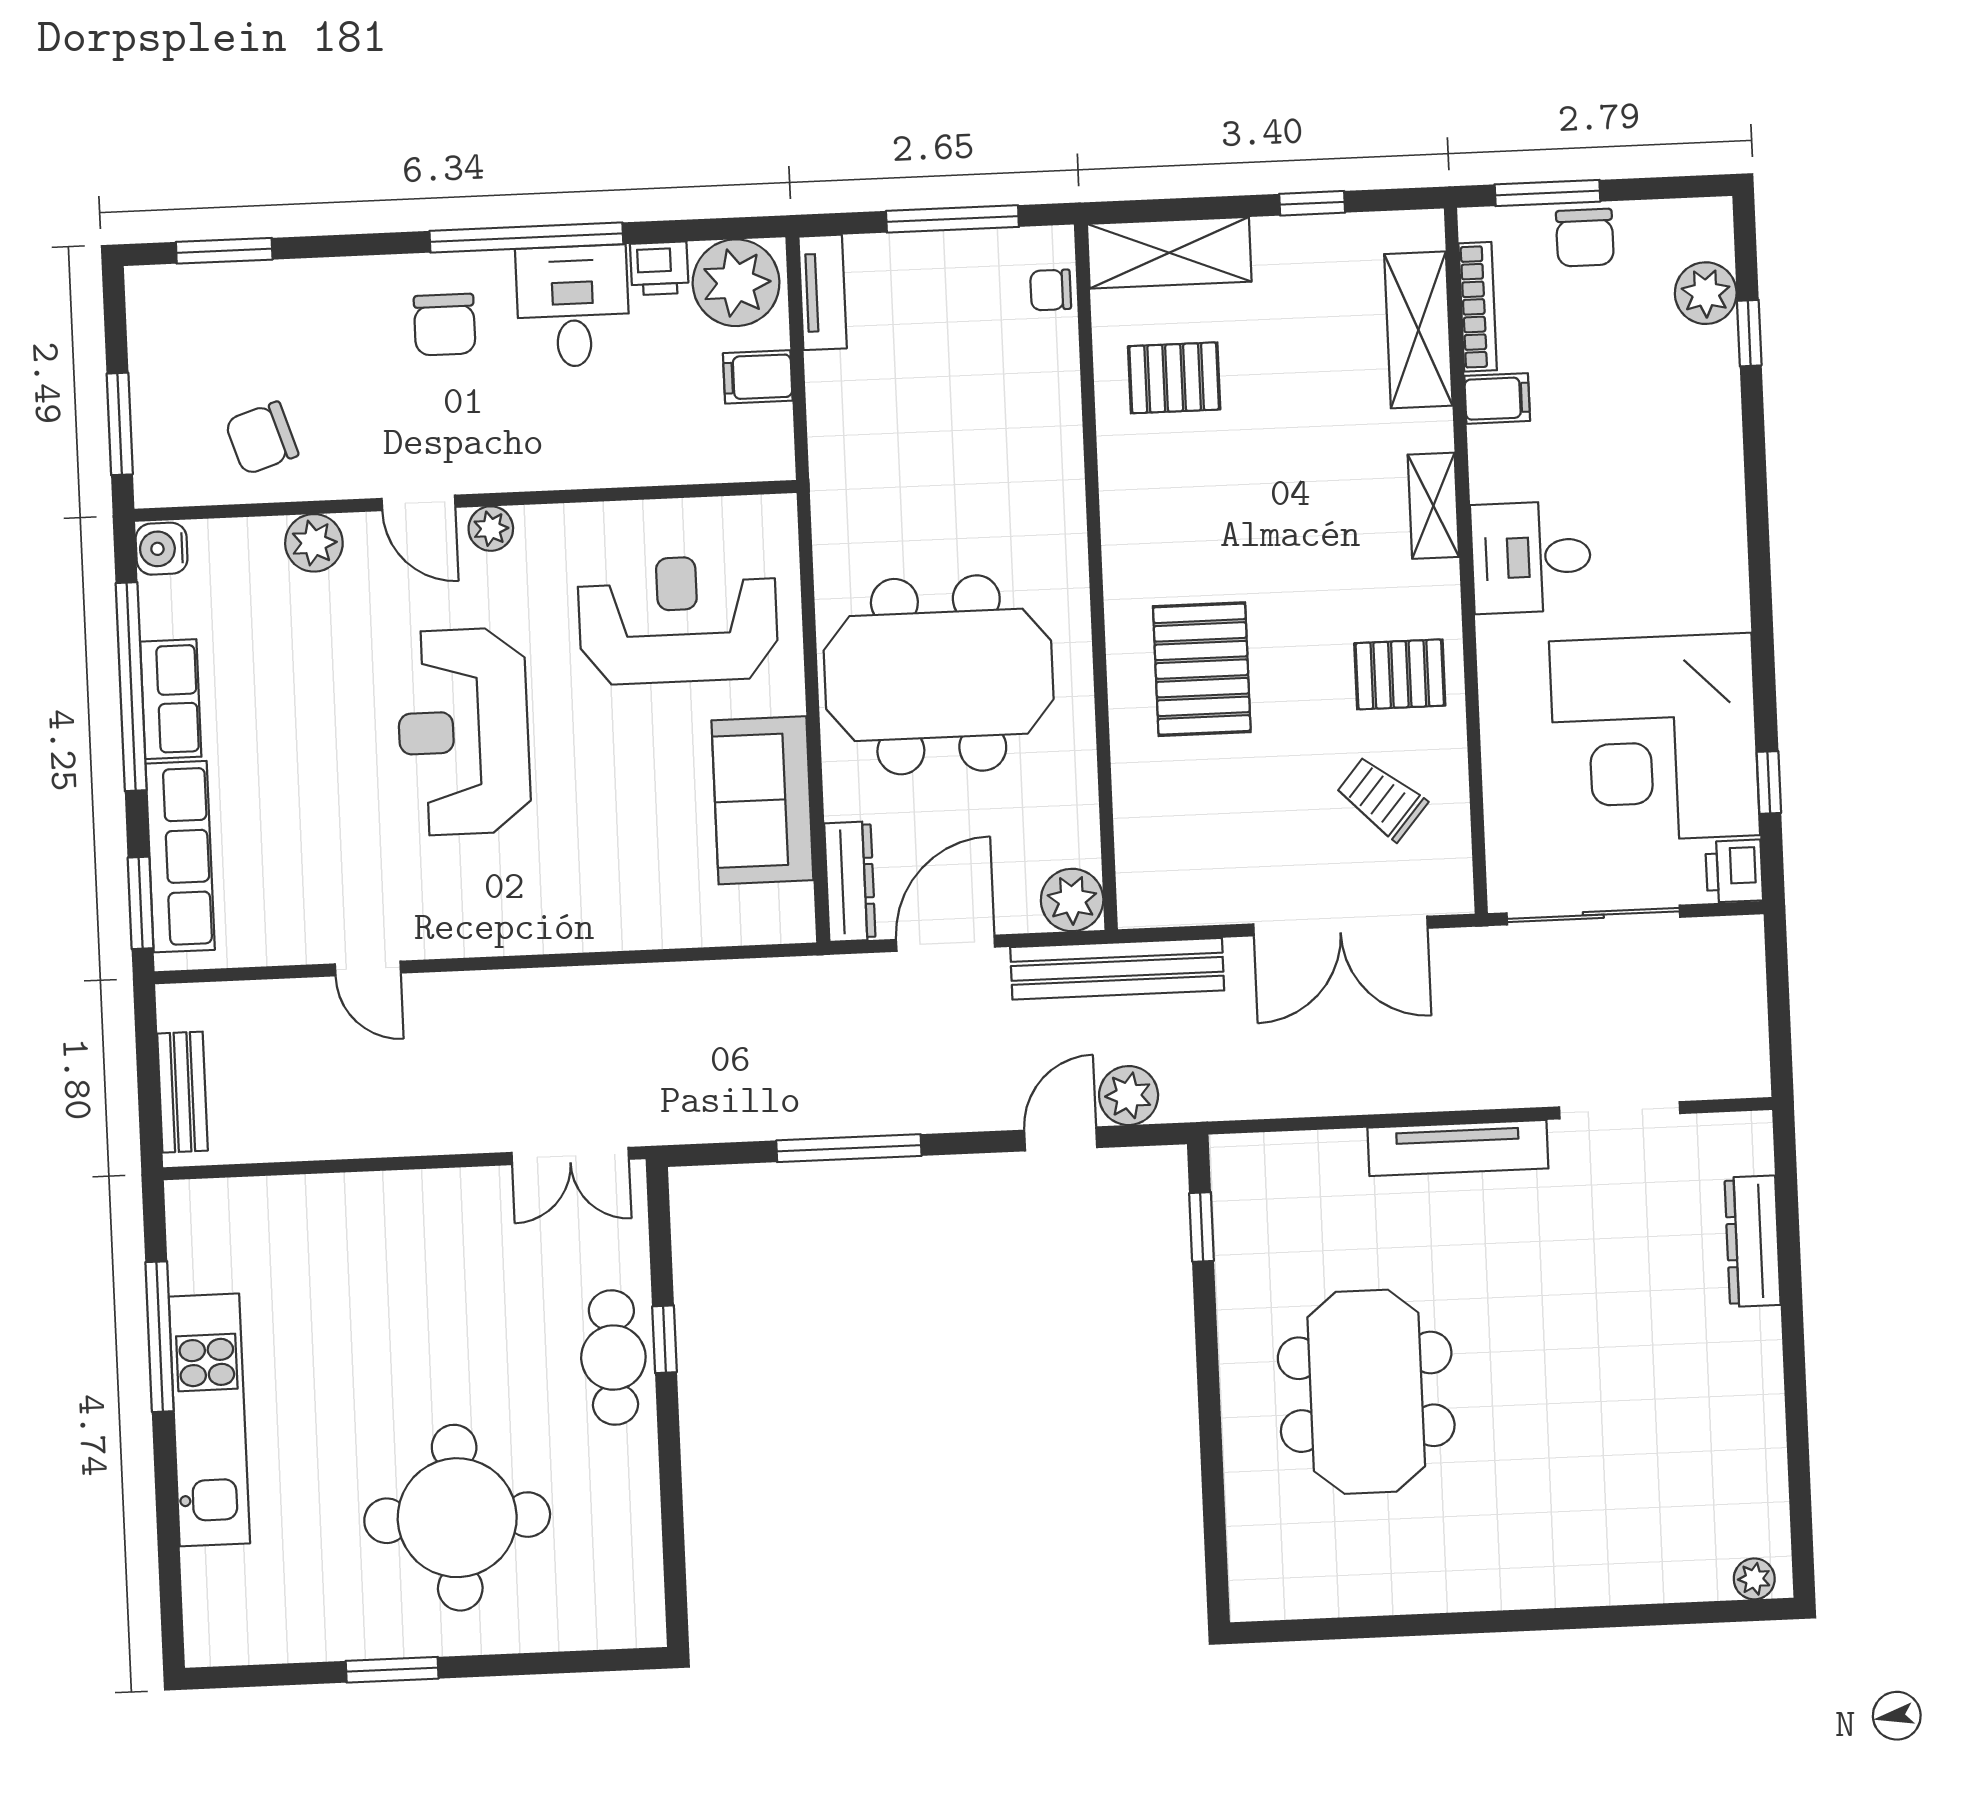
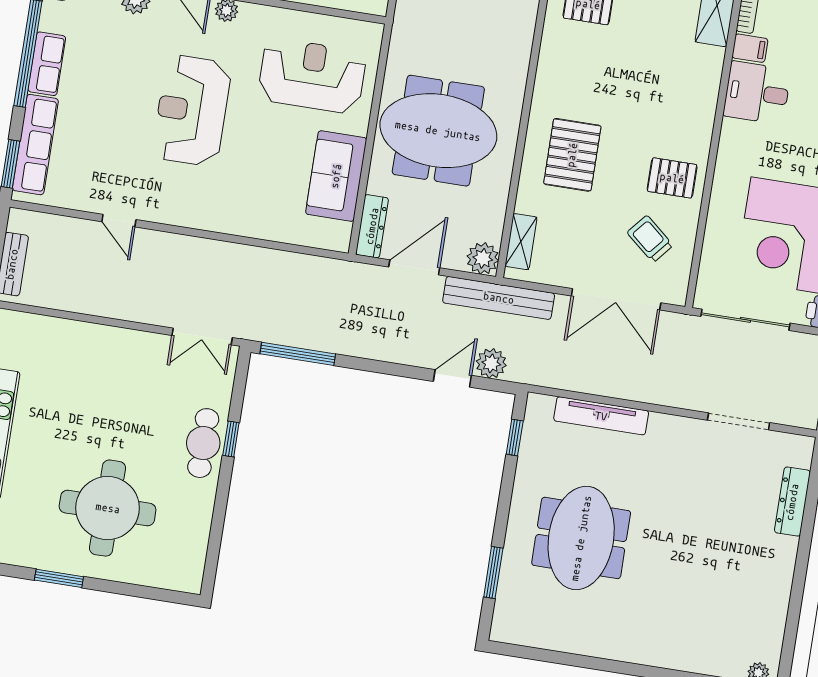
shelving: (1433, 506) -> (521, 242), moved
desk: (1531, 557) -> (757, 93), moved
window: (849, 1148) -> (298, 354), moved
tv unit: (1458, 1148) -> (601, 416), moved
window: (1213, 1491) -> (493, 573), added

